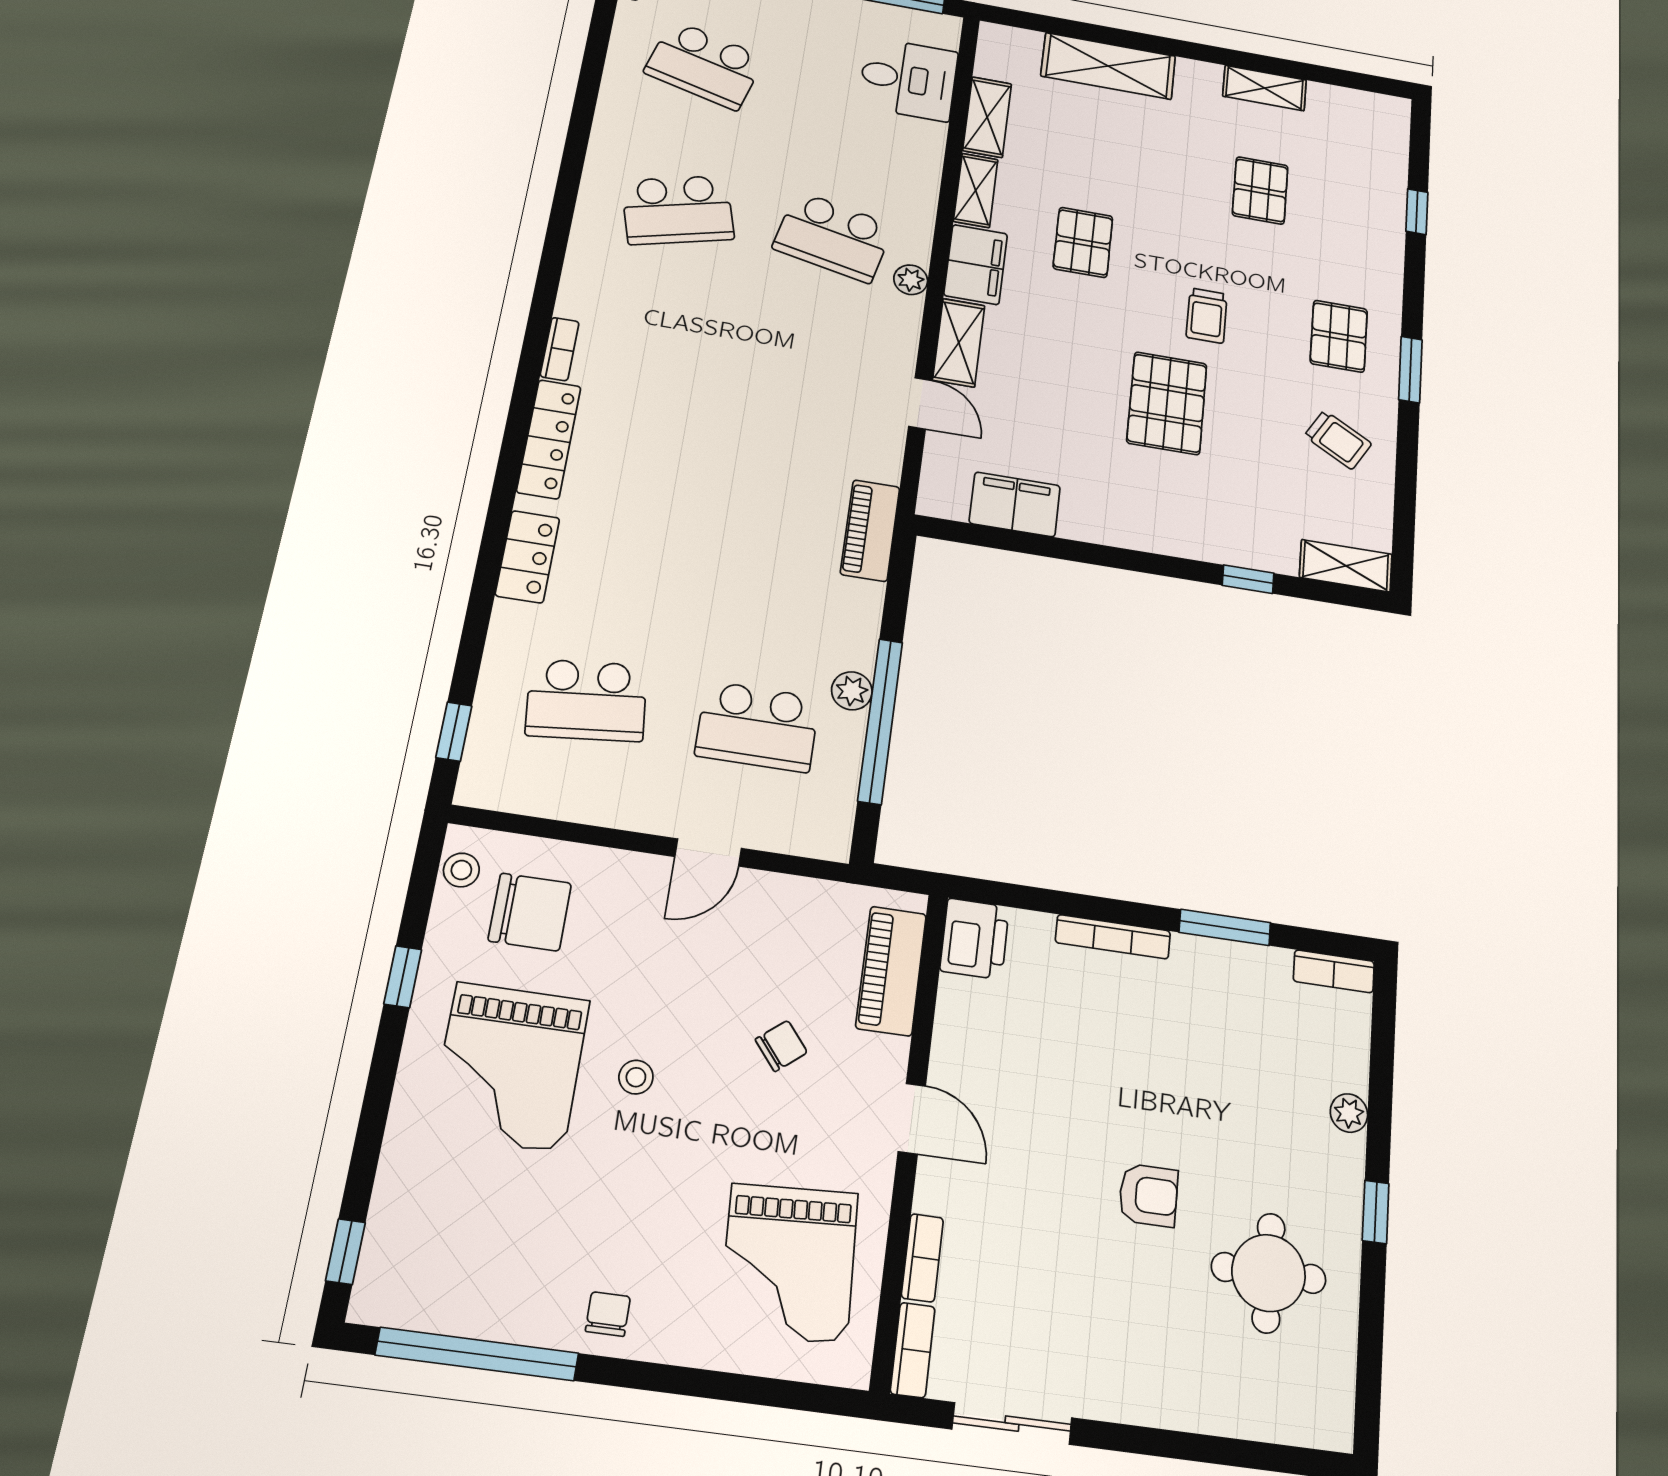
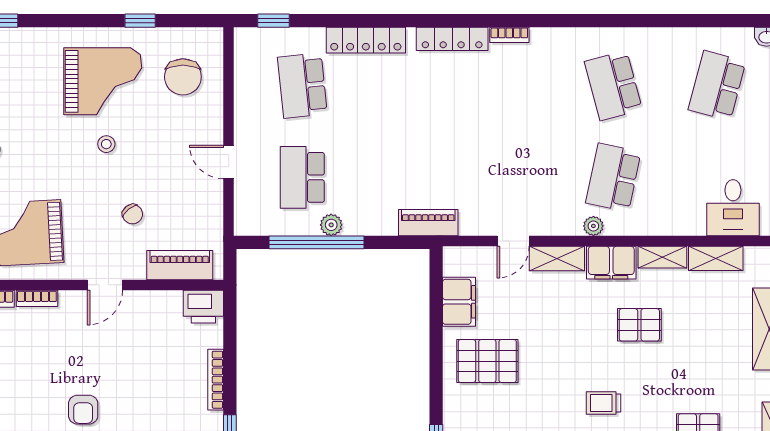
pallet: (1167, 403) -> (487, 361), moved
locker: (527, 557) -> (366, 40), width x1.53
stool: (461, 870) -> (200, 39), removed
grand piano: (510, 1067) -> (103, 81), turned 180

